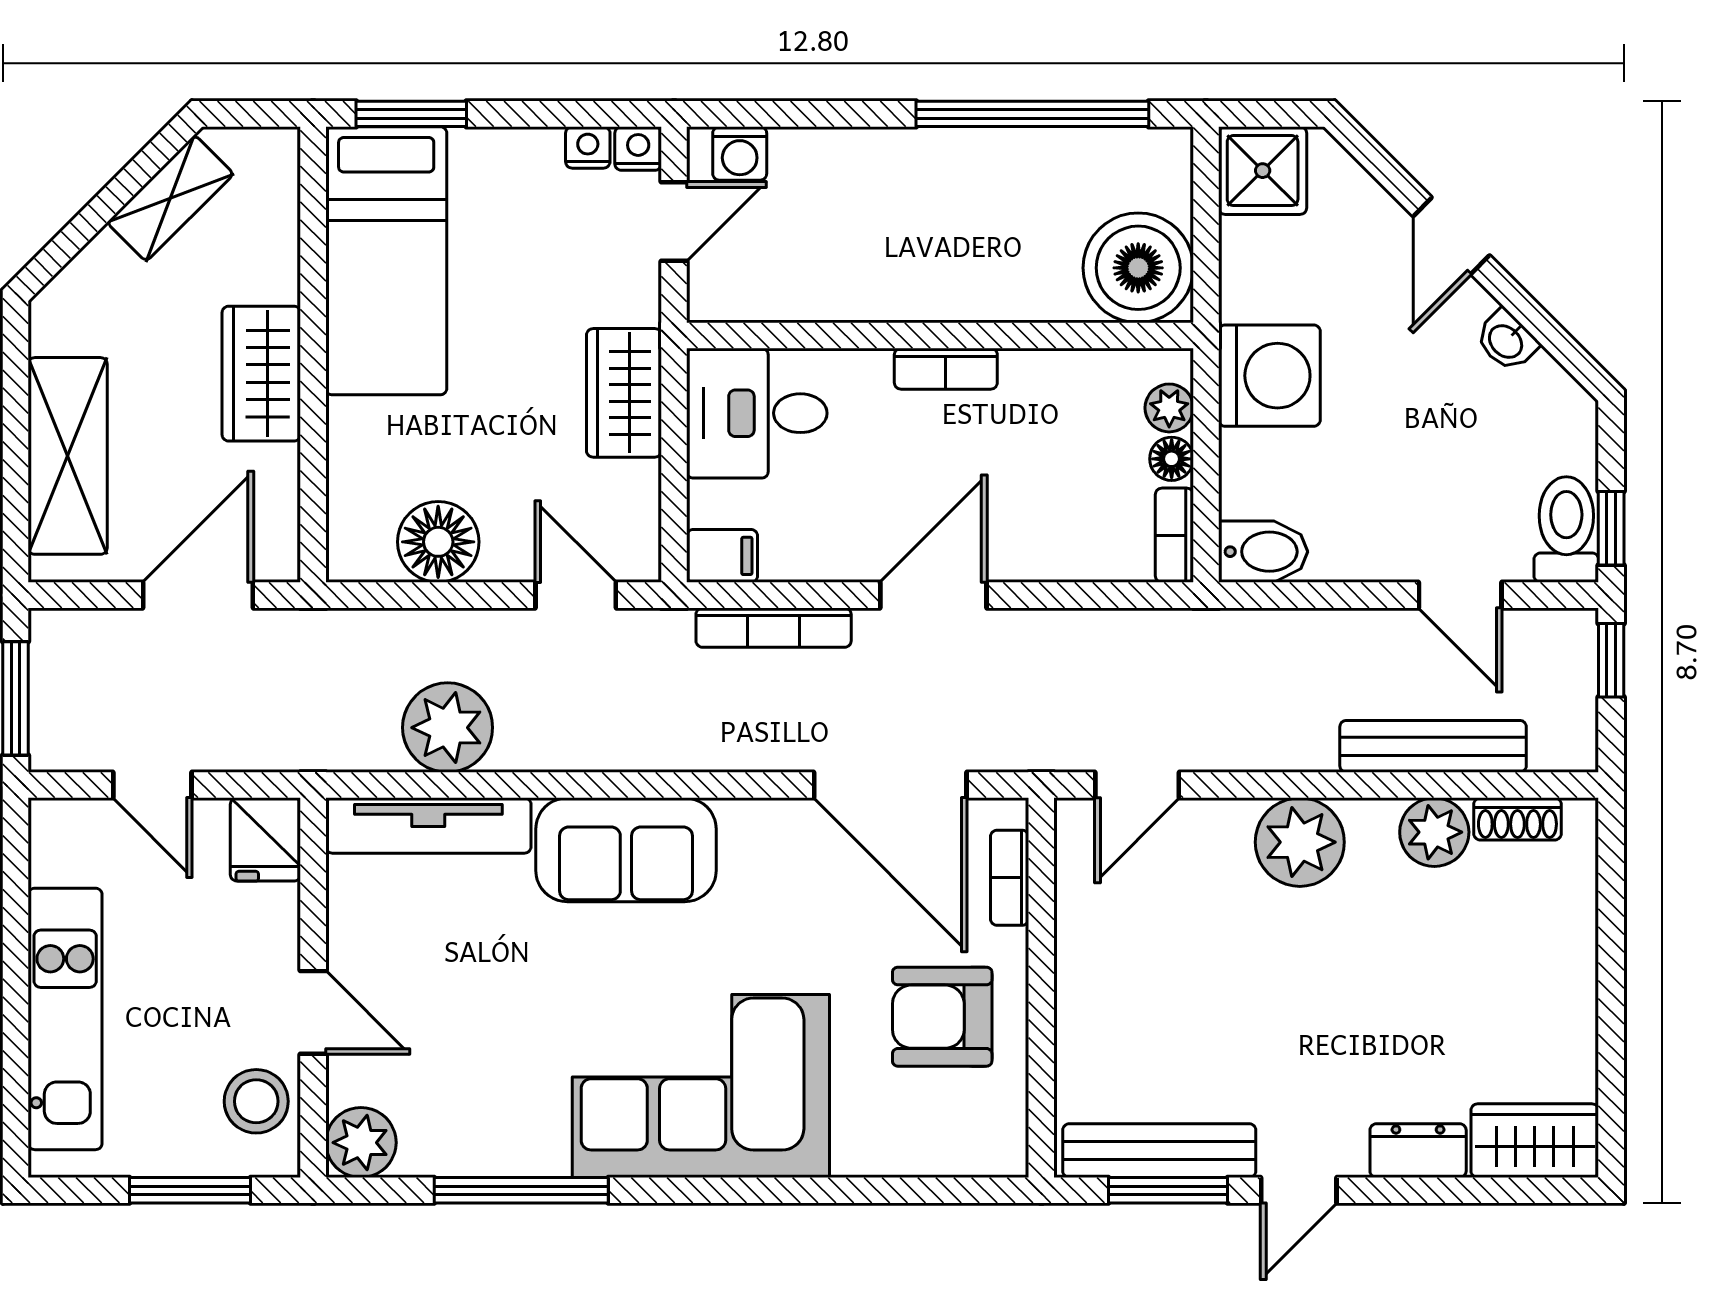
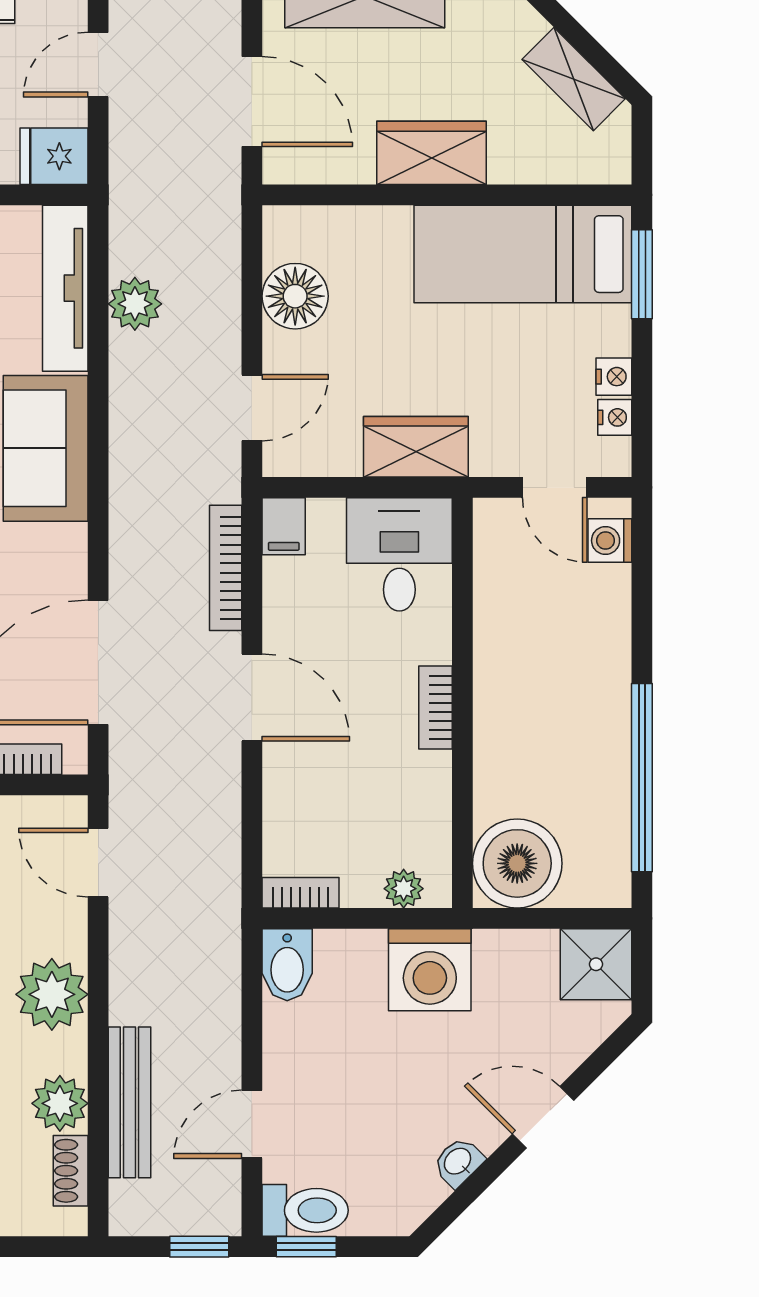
nightstand: (638, 148) -> (614, 377), moved
floor lamp: (1172, 459) -> (362, 890), removed
plant: (448, 728) -> (135, 304), width x0.73, depth x0.73

